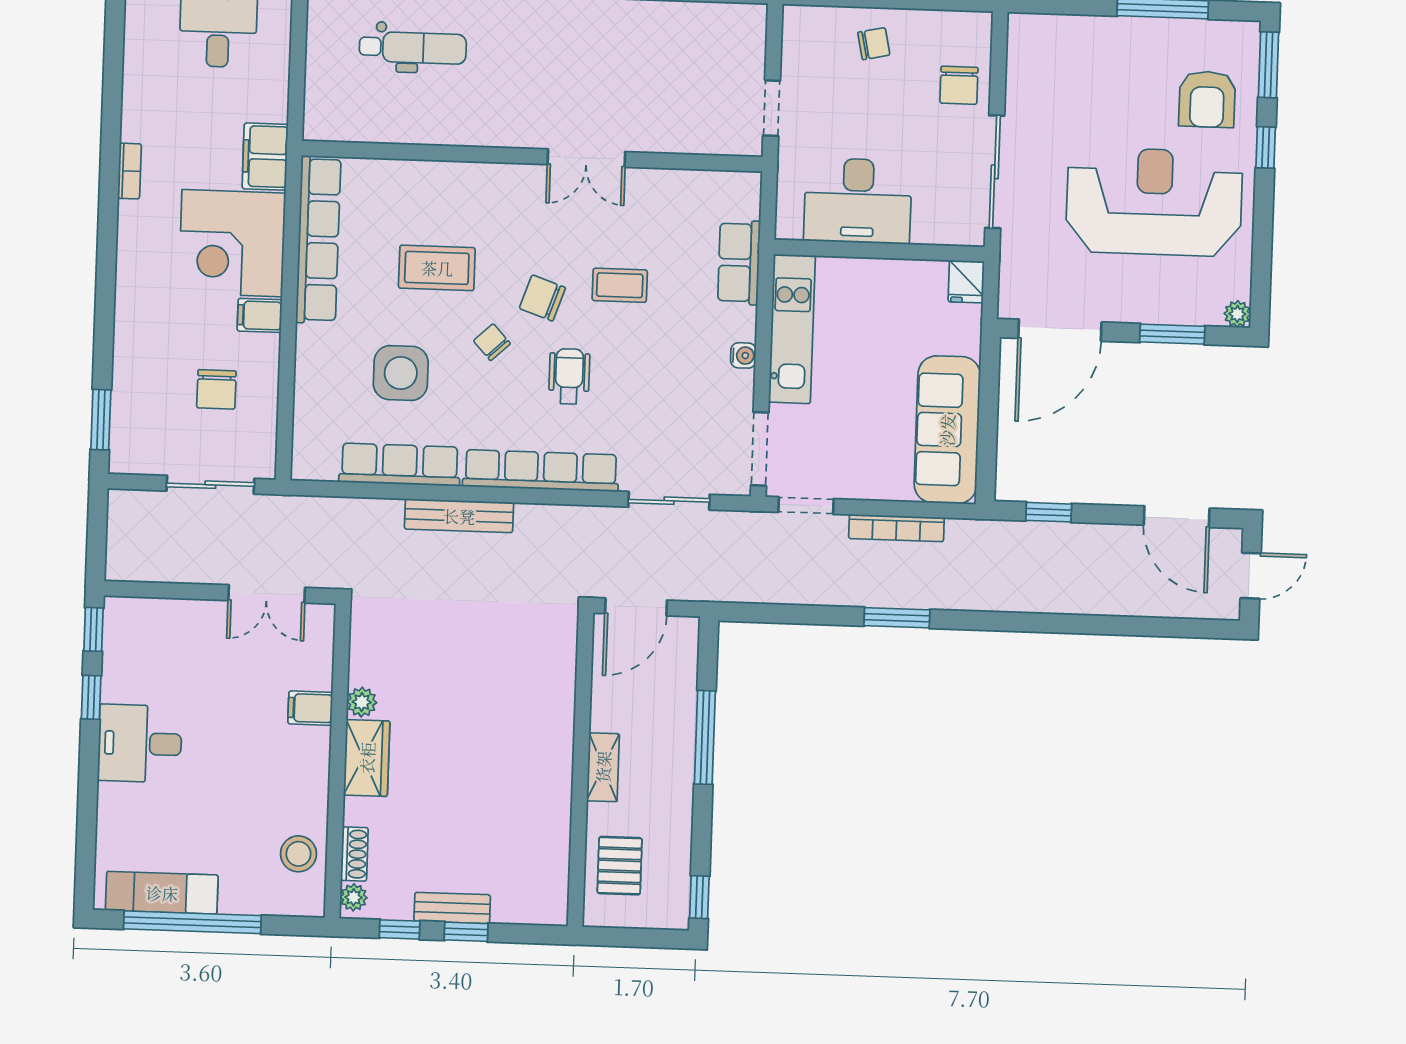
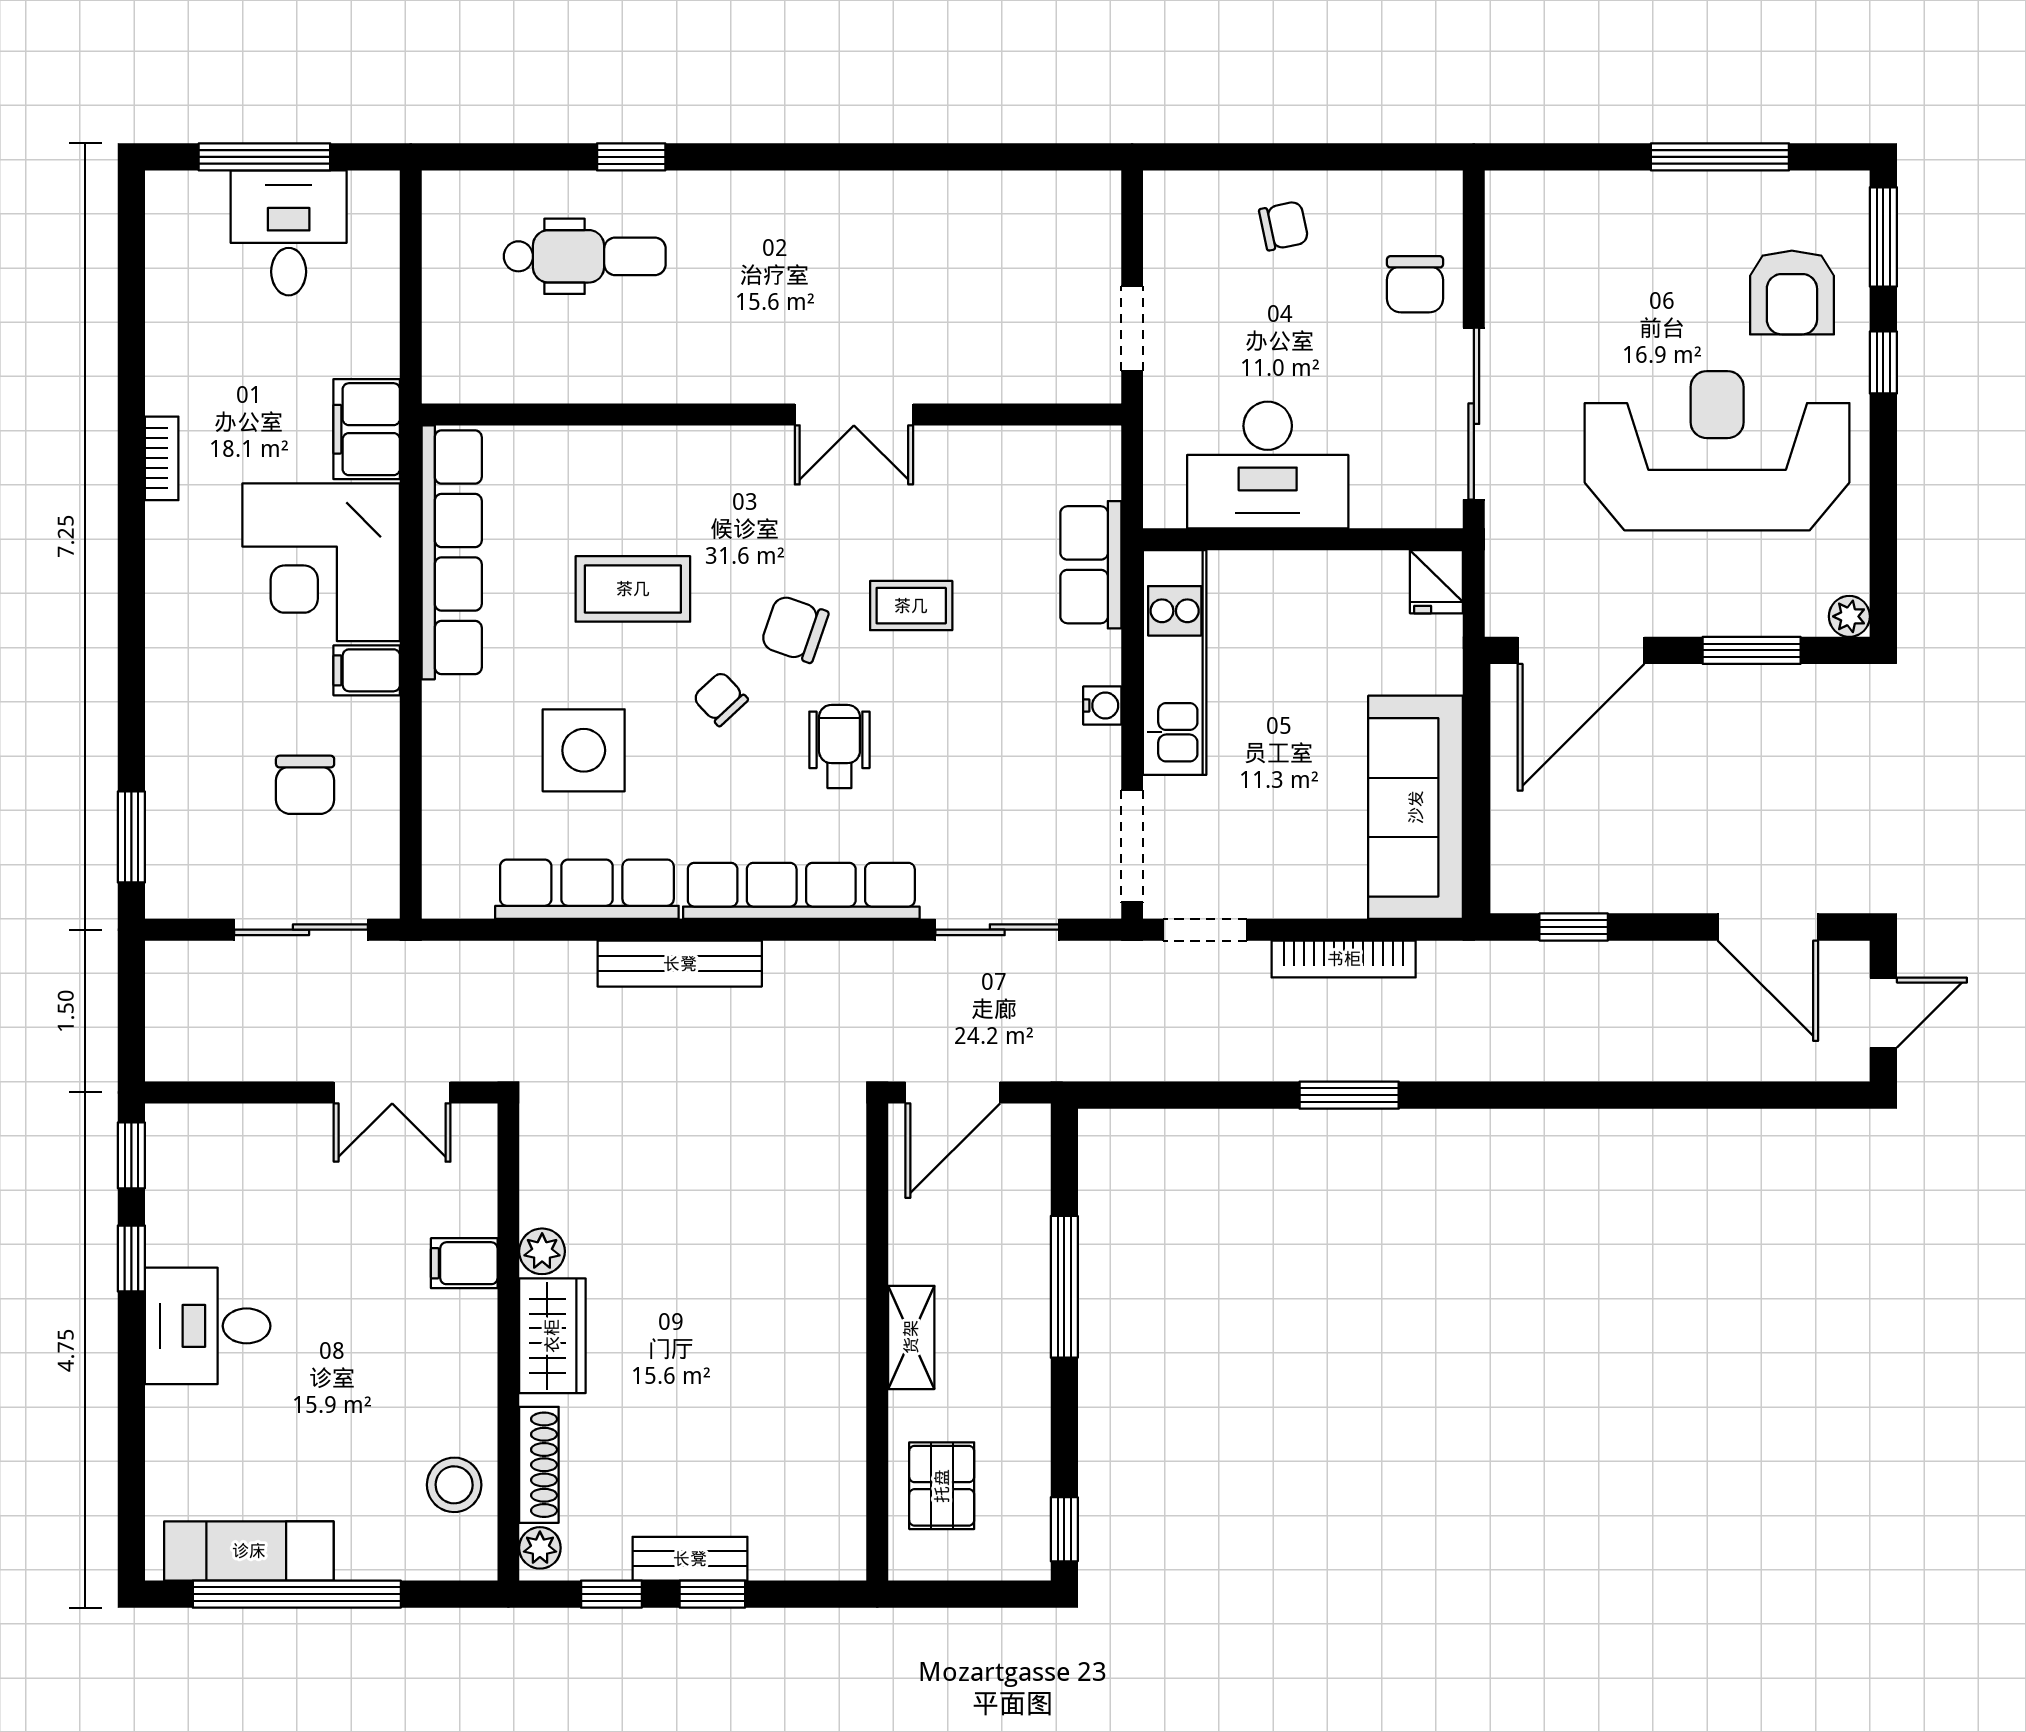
shoe rack: (354, 854) -> (539, 1465), width x1.43

